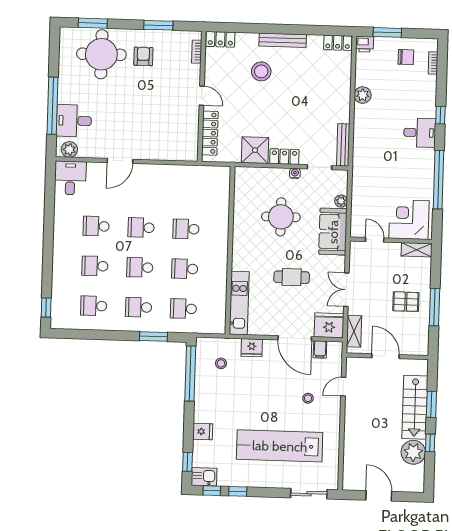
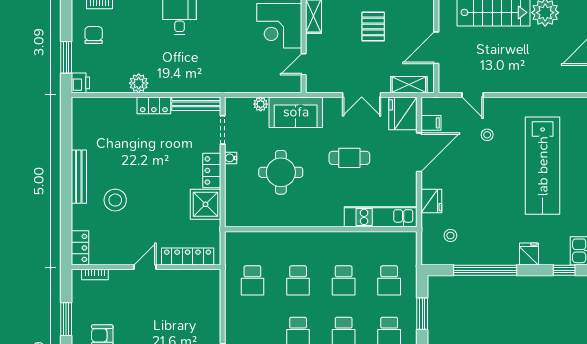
locker: (338, 43) -> (154, 105), moved, turned 90
school desk: (187, 189) -> (252, 280), added
cafe table: (292, 277) -> (349, 158), turned 90
window: (190, 373) -> (485, 270), moved

